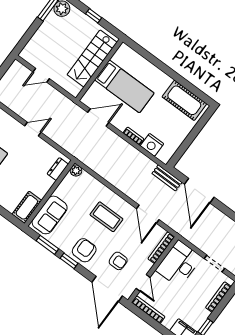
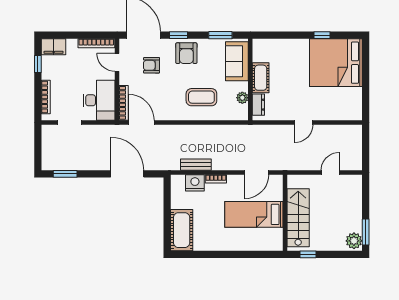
window: (94, 16) -> (308, 254), moved
cot: (184, 100) -> (182, 230), moved, turned 90
plant: (76, 171) -> (242, 98), moved
bench: (167, 178) -> (196, 165), moved
cot: (27, 207) -> (261, 78), moved
door: (148, 214) -> (141, 123), moved
coffee table: (106, 217) -> (201, 97), moved
window: (69, 261) -> (178, 35), moved

